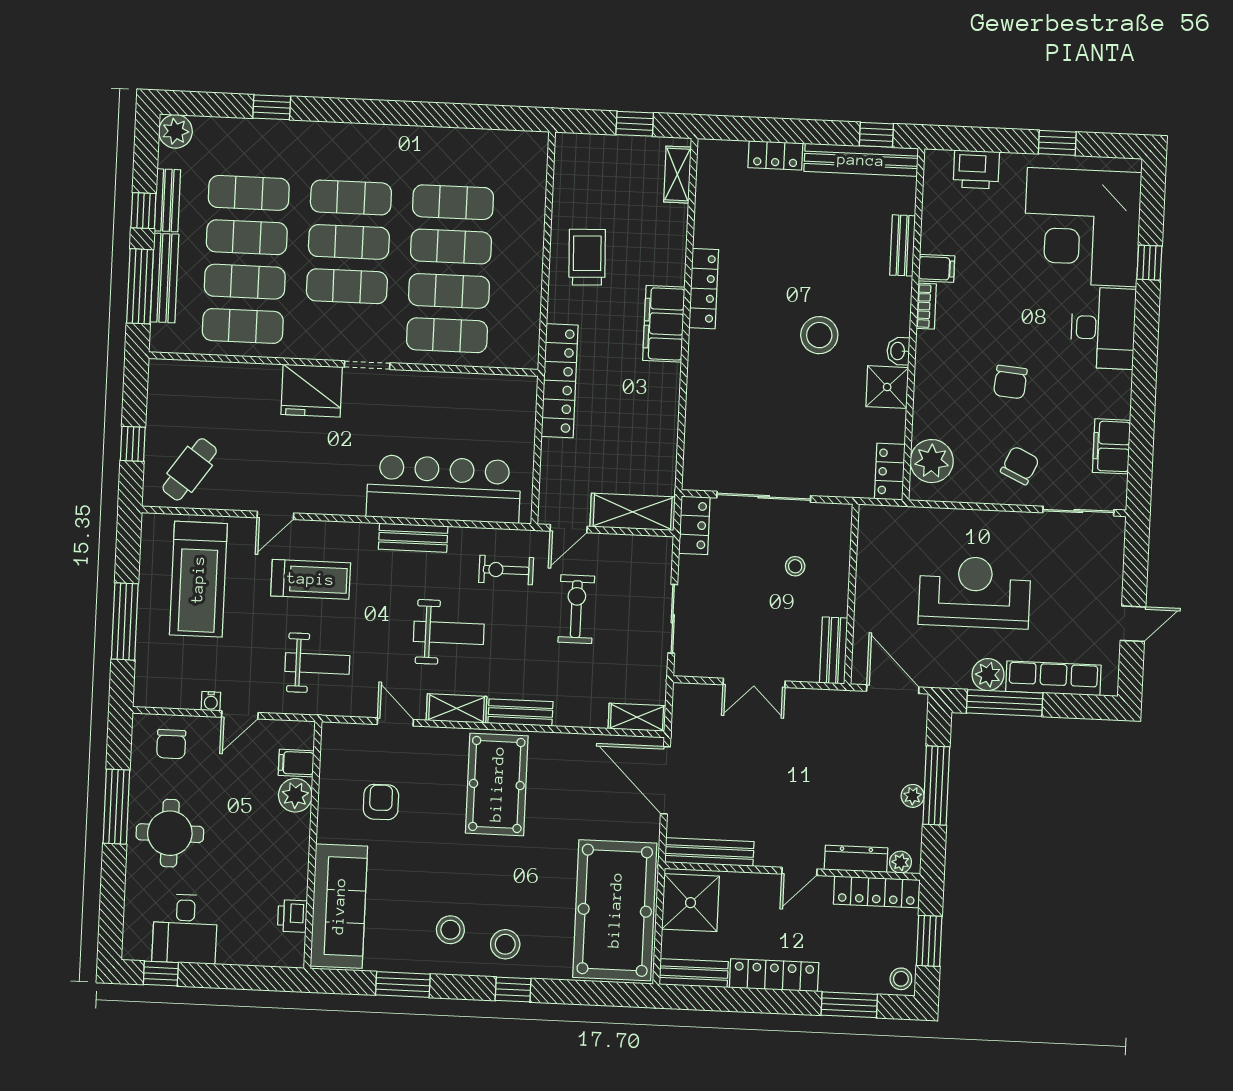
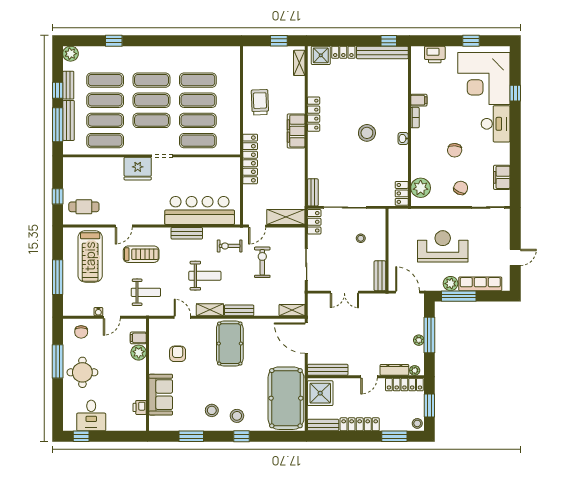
bench: (903, 245) -> (313, 192), moved
shower: (887, 387) -> (321, 55), moved
cafe table: (190, 469) -> (84, 207), turned 55
sofa: (339, 906) -> (161, 395), width x0.73

